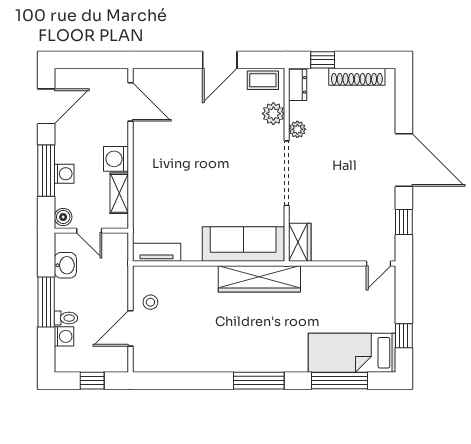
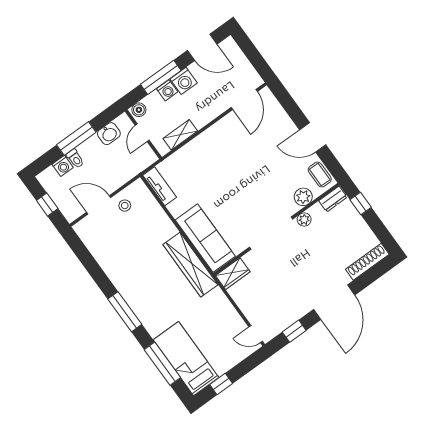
shoe rack: (357, 77) -> (367, 262), moved, turned 90
washing machine: (116, 159) -> (184, 81), moved, turned 180

